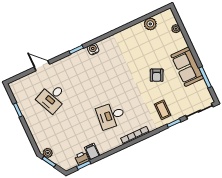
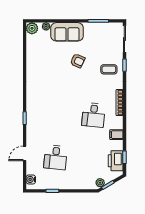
plant: (150, 24) -> (32, 28), moved
water cooler: (93, 49) -> (31, 179), moved
sofa: (187, 67) -> (67, 32), moved
desk: (52, 98) -> (56, 157), turned 30
filing cabinet: (92, 152) -> (116, 135), moved
printer: (82, 158) -> (116, 161), width x1.87, depth x1.48

